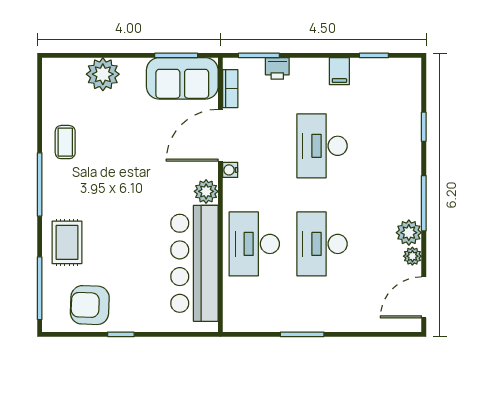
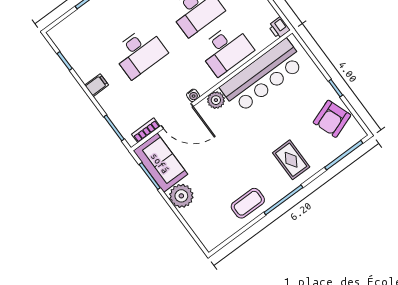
printer: (277, 68) -> (279, 28), moved, turned 180
filing cabinet: (339, 71) -> (97, 85), moved
plant: (103, 74) -> (181, 196), moved
coffee table: (65, 142) -> (248, 203), width x1.36, depth x1.30
rug: (67, 242) -> (291, 160), moved, turned 90
armchair: (90, 305) -> (332, 119), turned 68

